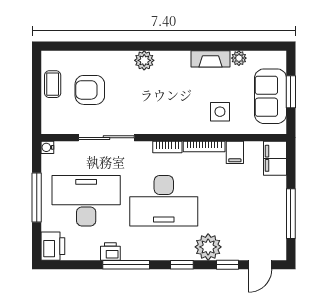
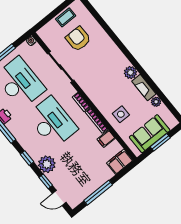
plant: (144, 60) -> (130, 73), moved
desk: (164, 201) -> (52, 122), turned 180

